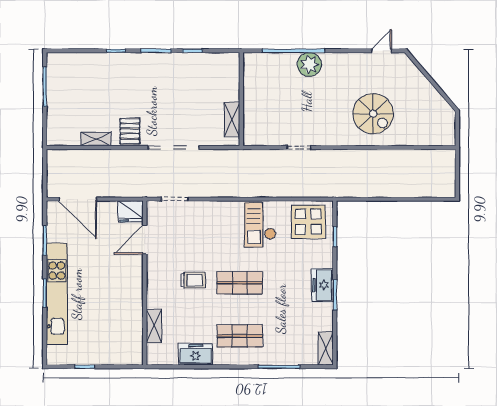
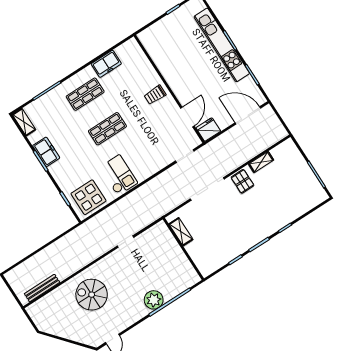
bench: (422, 156) -> (42, 288), added
trolley: (193, 280) -> (155, 95), moved
freezer: (322, 285) -> (46, 152), moved
shelving: (154, 326) -> (145, 65), removed

